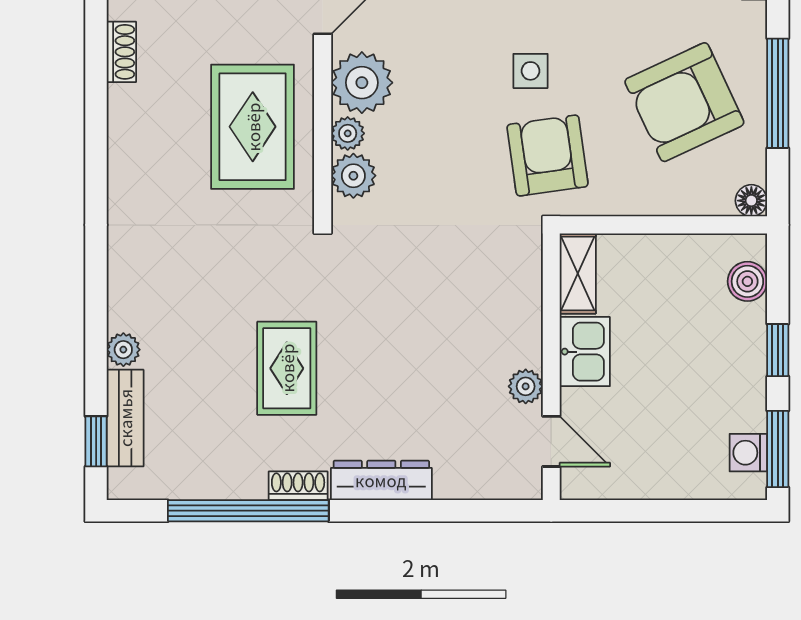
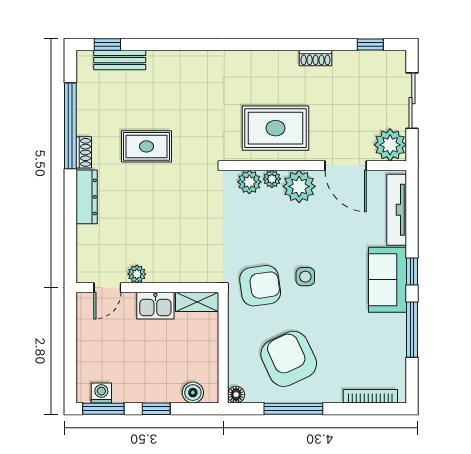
plant: (123, 350) -> (156, 59), removed

